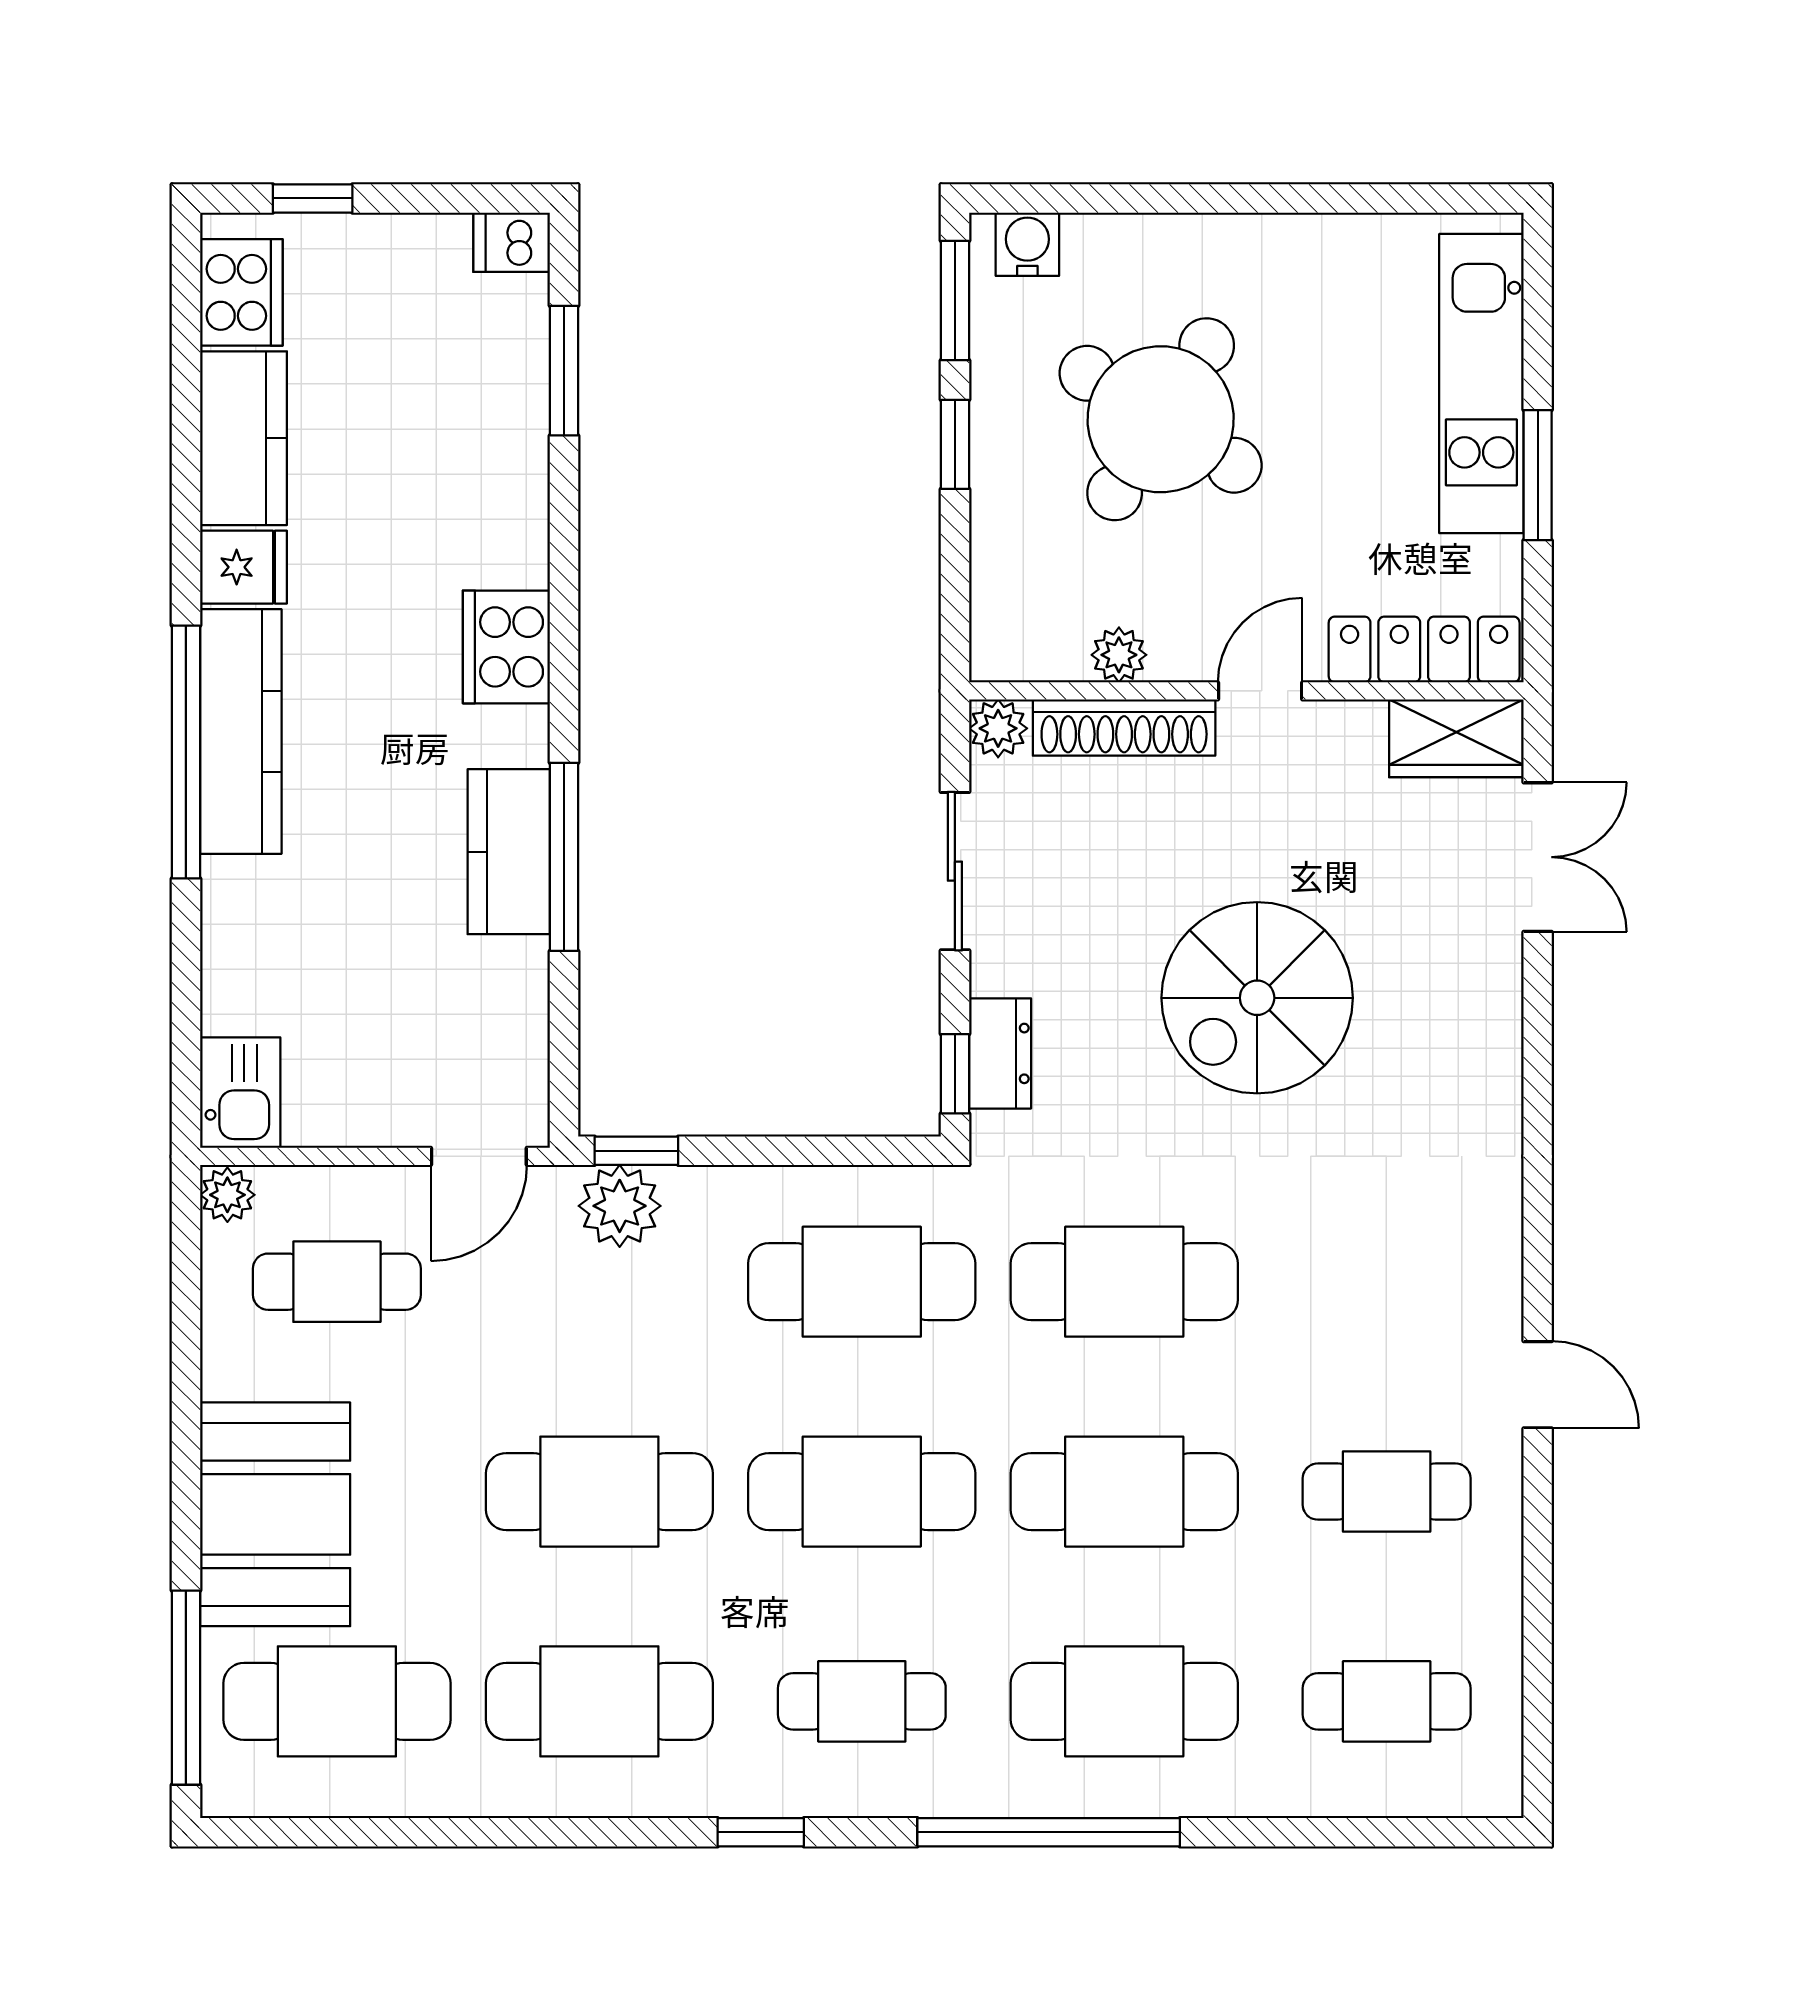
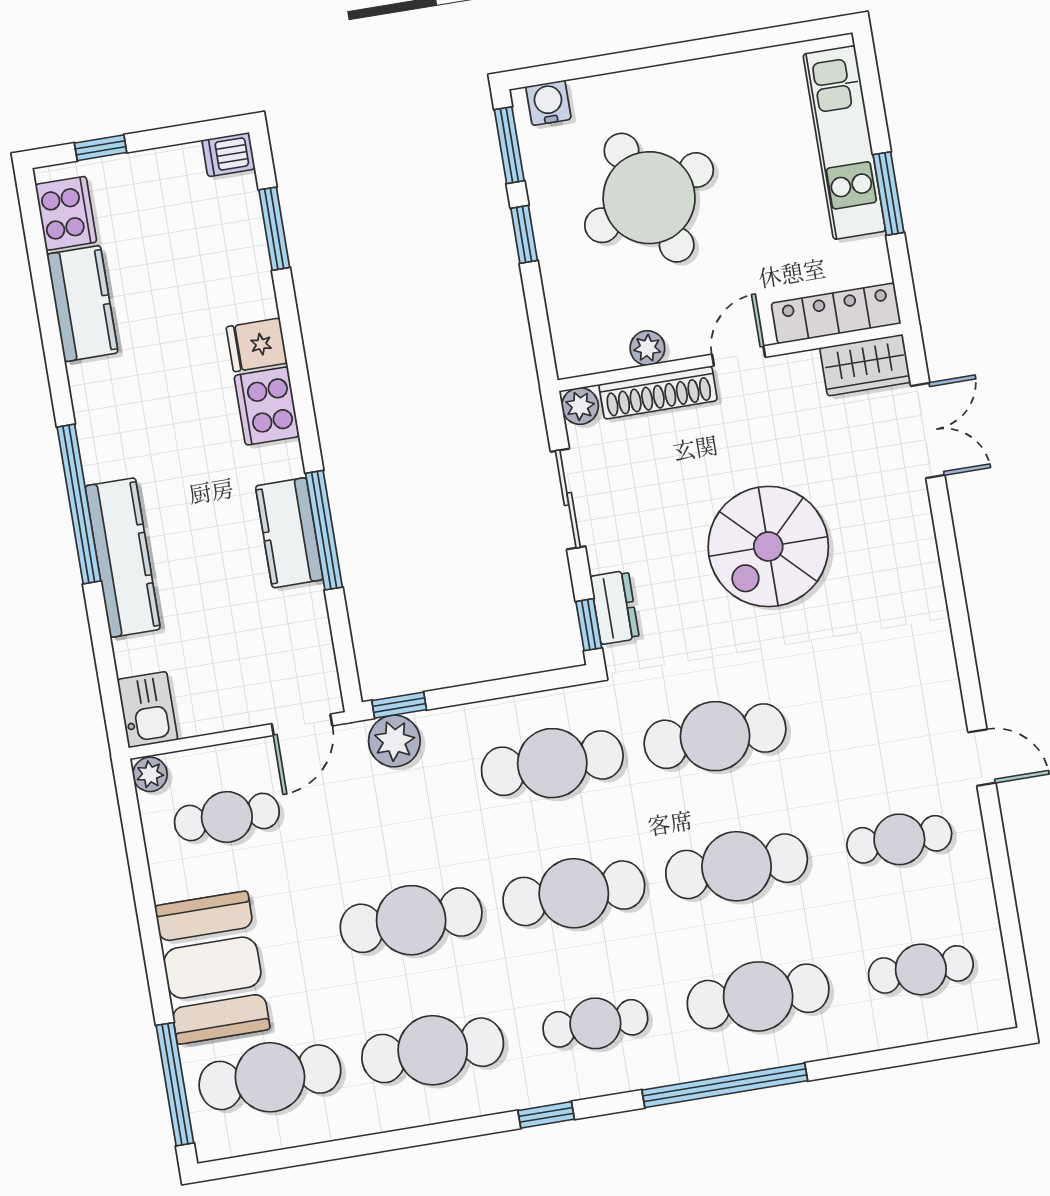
round table: (1161, 419) -> (649, 198), turned 37
fridge: (244, 567) -> (257, 345), moved, turned 180
kitchen counter: (241, 732) -> (123, 558), moved

